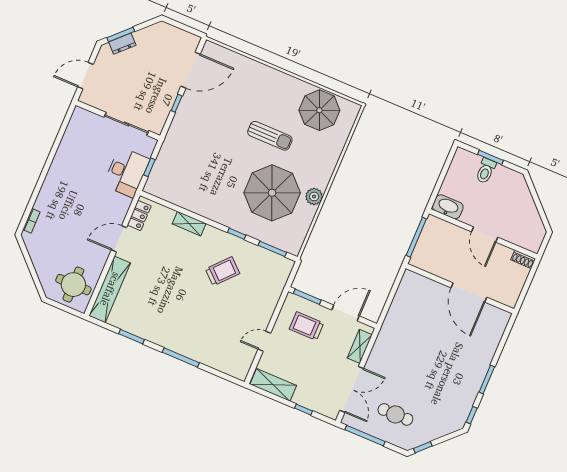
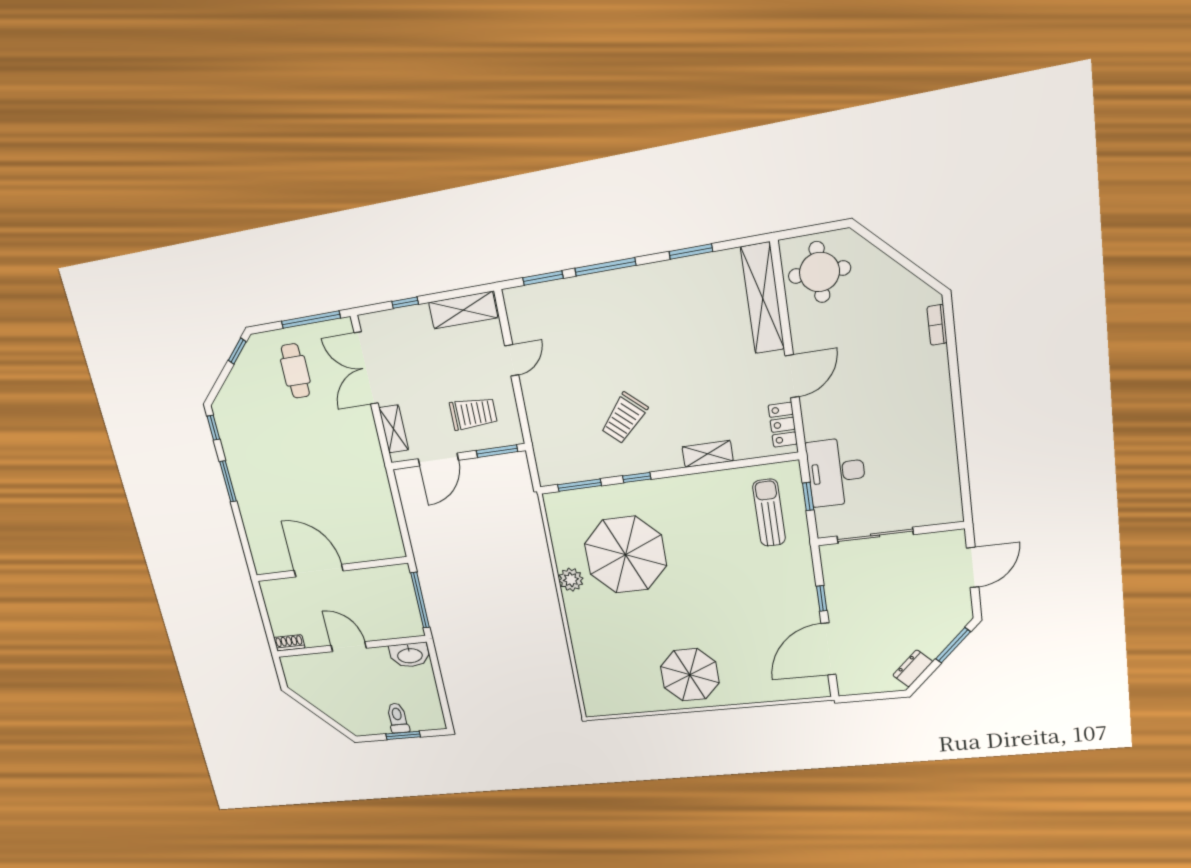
dresser: (122, 44) -> (913, 668), moved
parasol: (319, 110) -> (690, 675), moved
sun lounger: (270, 136) -> (769, 513), moved, turned 90
window: (218, 373) -> (543, 278), added
cafe table: (395, 414) -> (295, 371), turned 90

